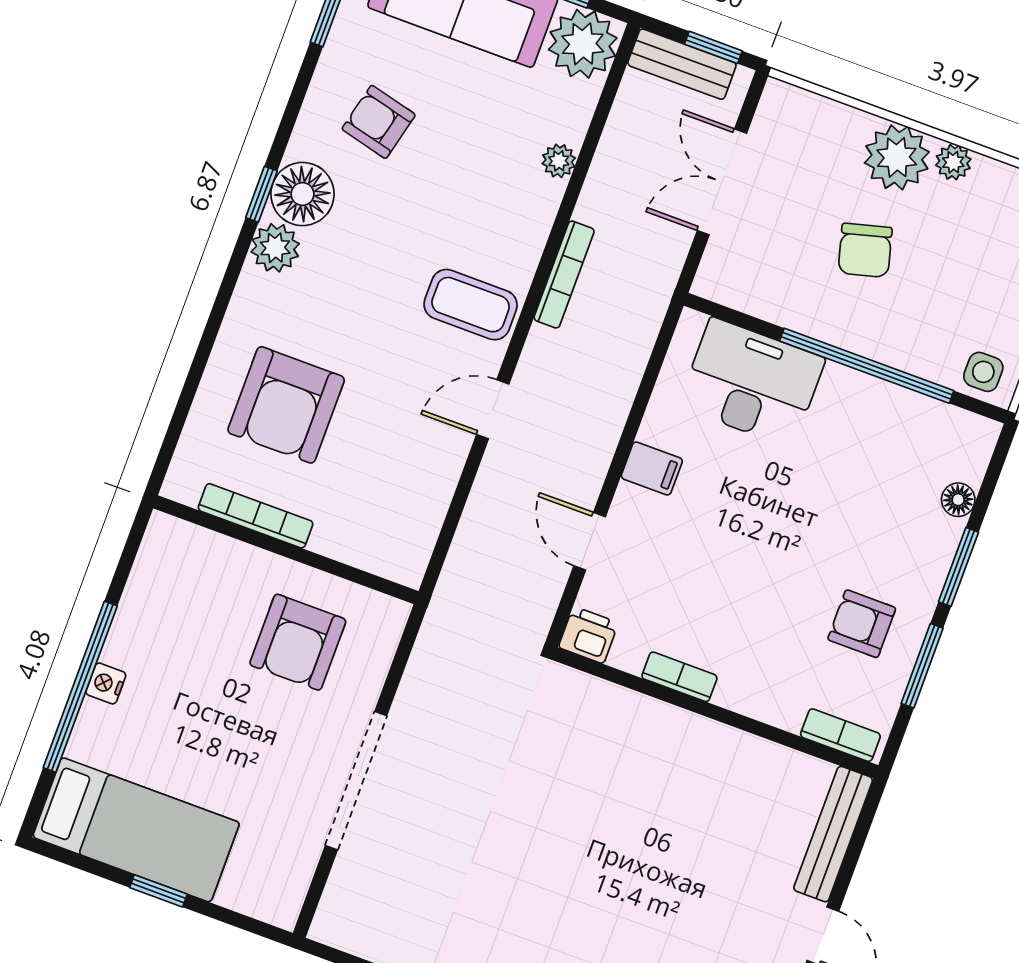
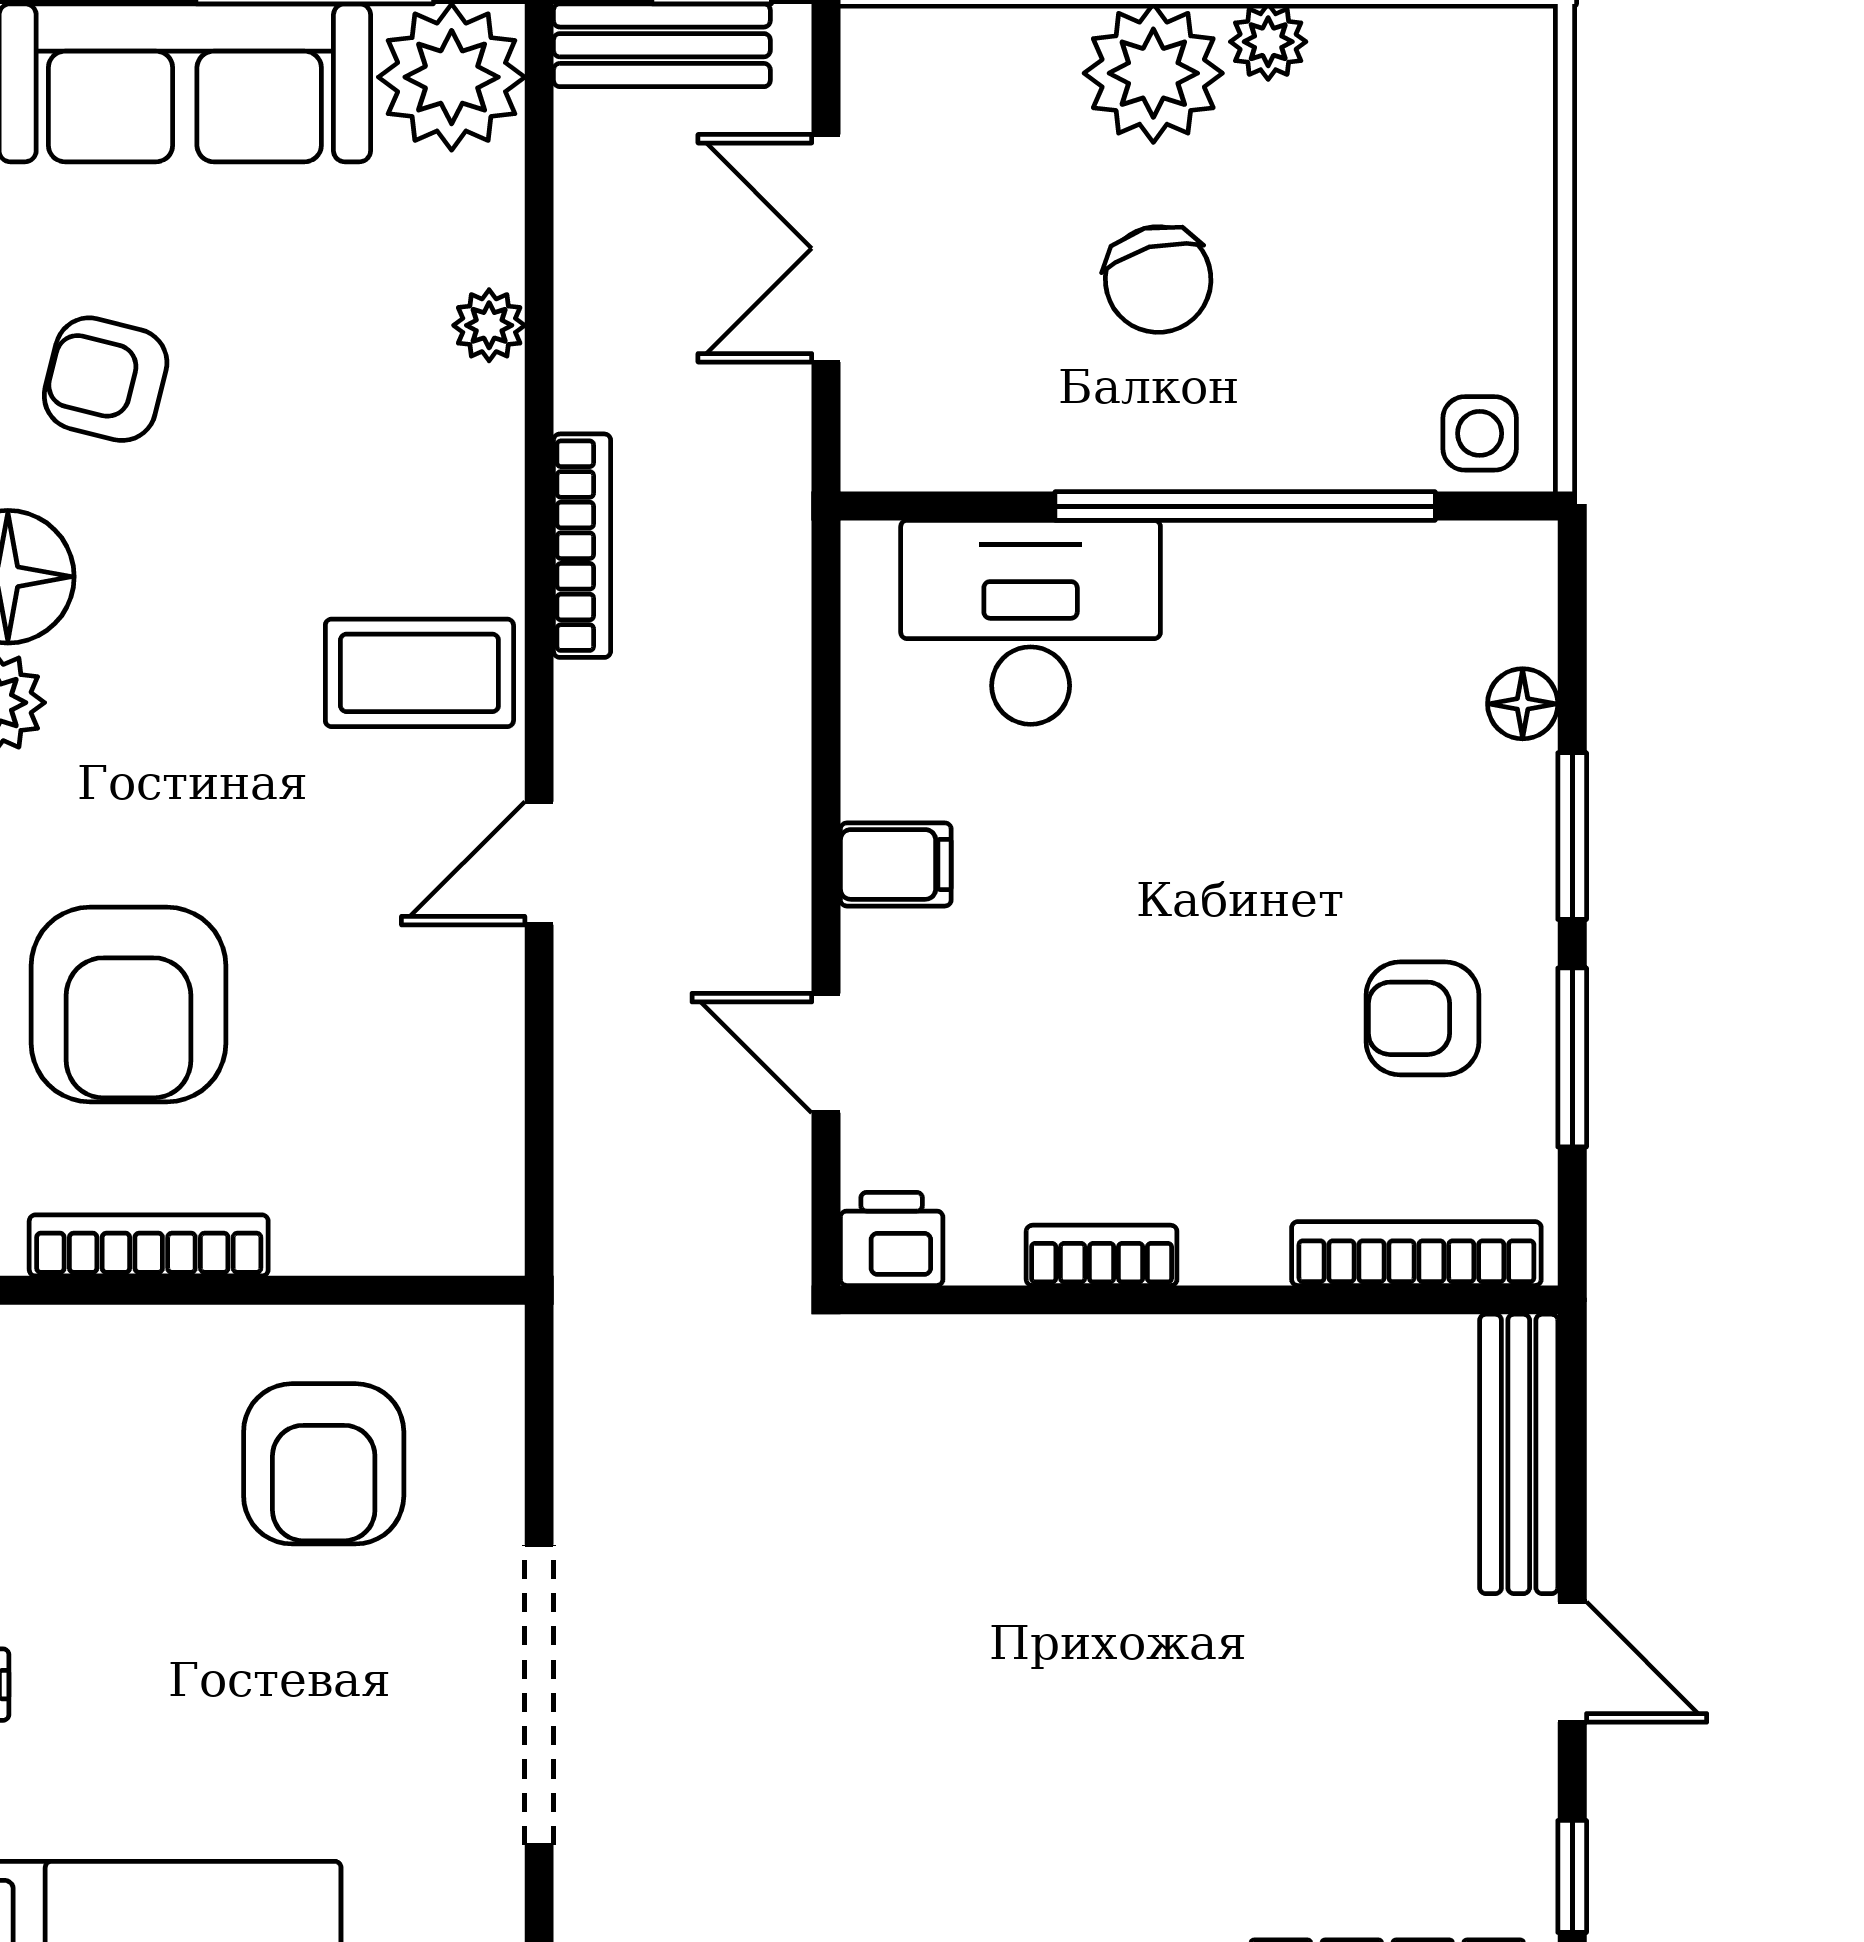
bookcase: (840, 735) -> (1416, 1254), width x1.56

